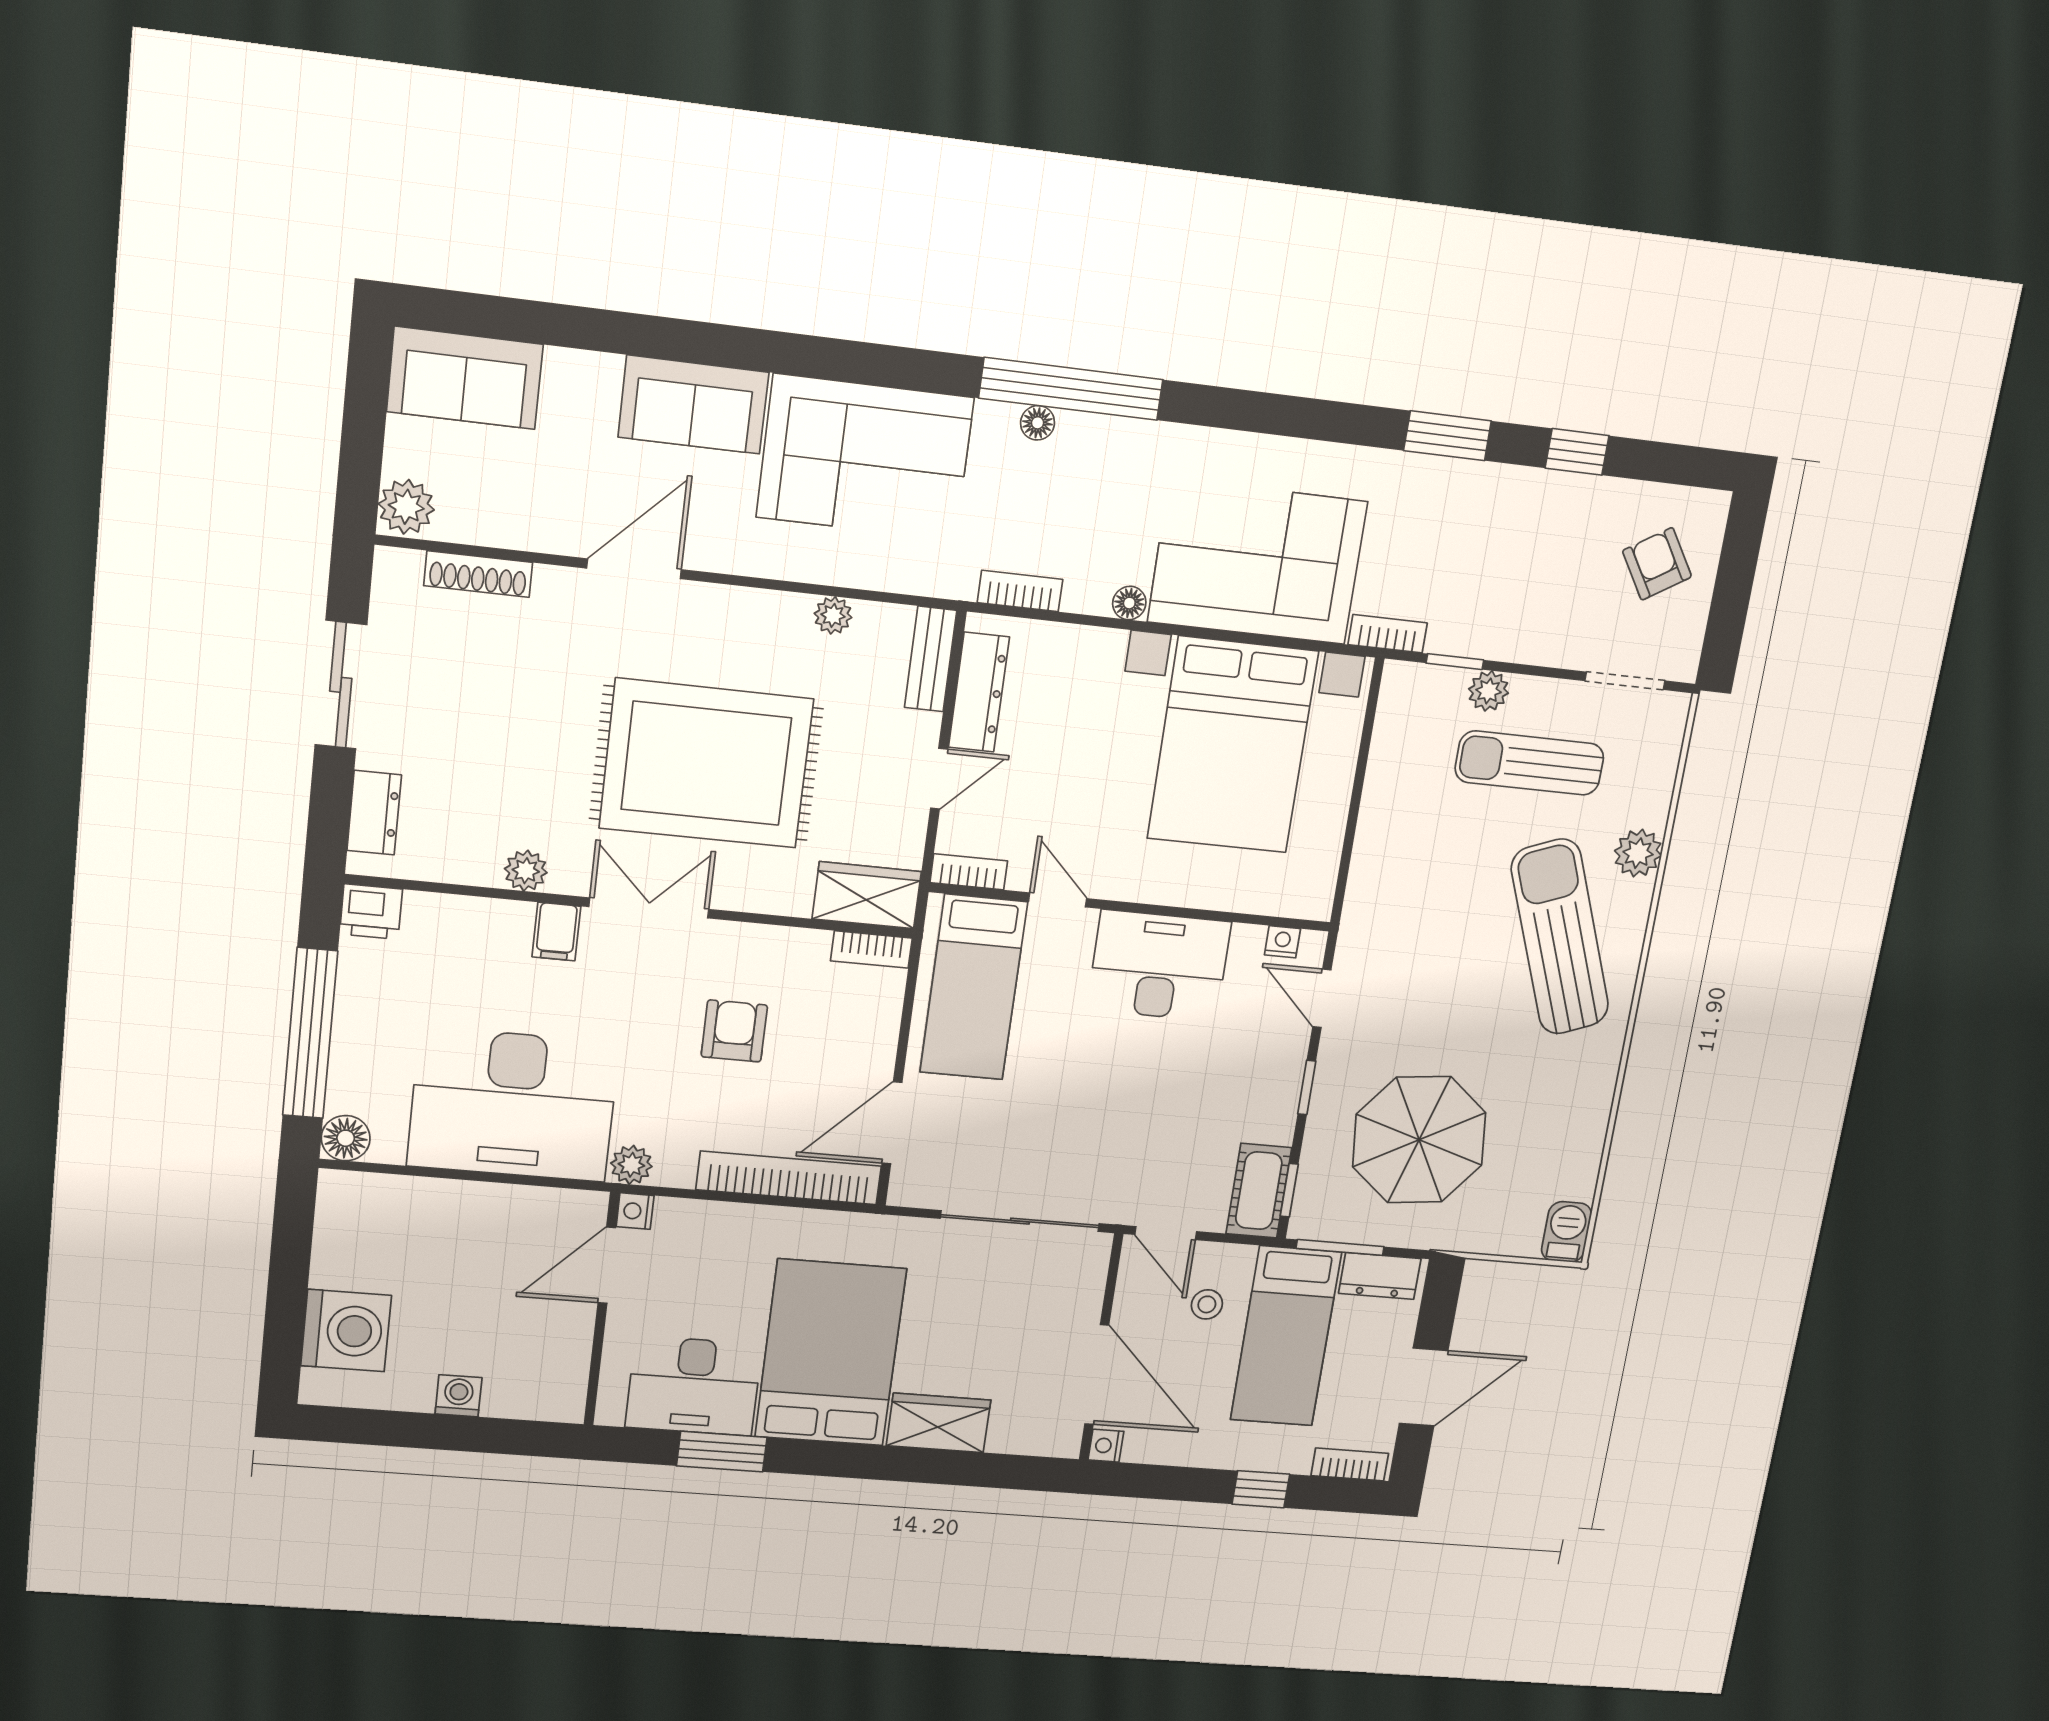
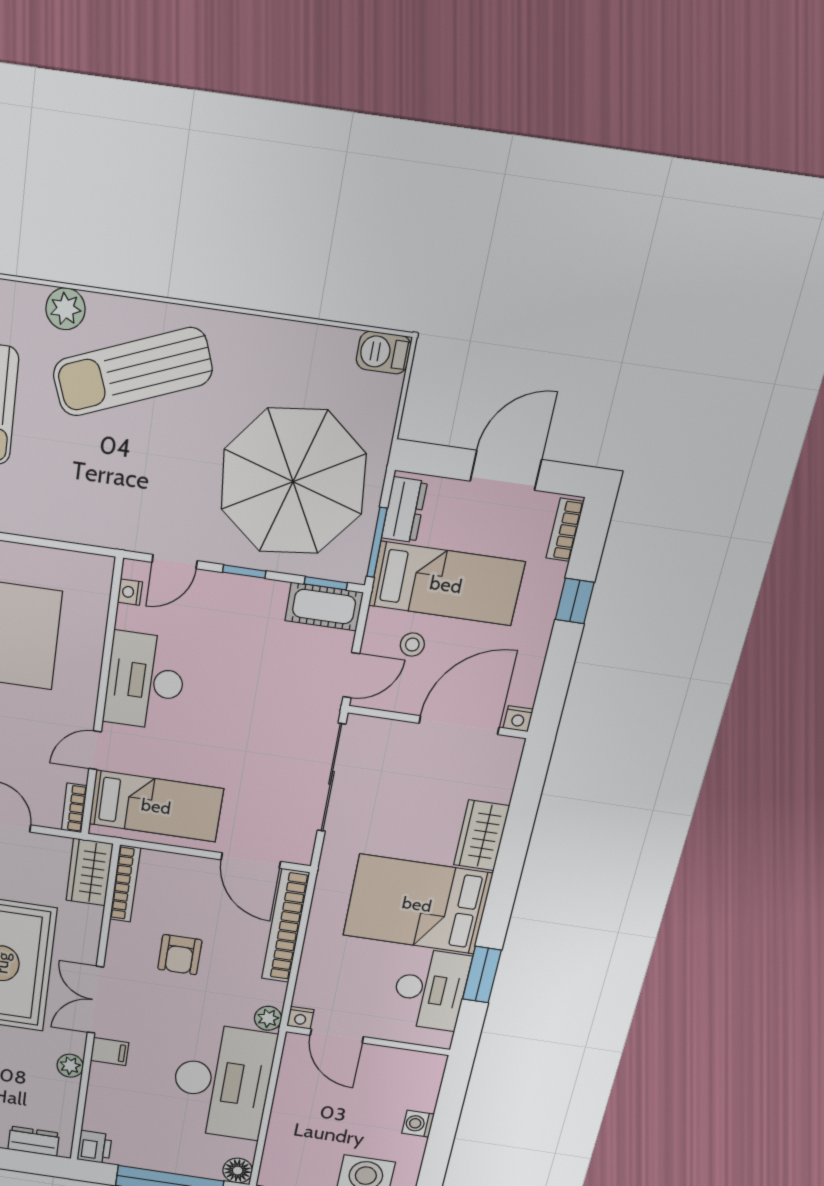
bookcase: (871, 949) -> (125, 884), width x1.56
armchair: (734, 1031) -> (180, 955), turned -90
parasol: (1419, 1140) -> (293, 482), width x1.36, depth x1.36
door: (1424, 1387) -> (506, 470), hinge flipped

